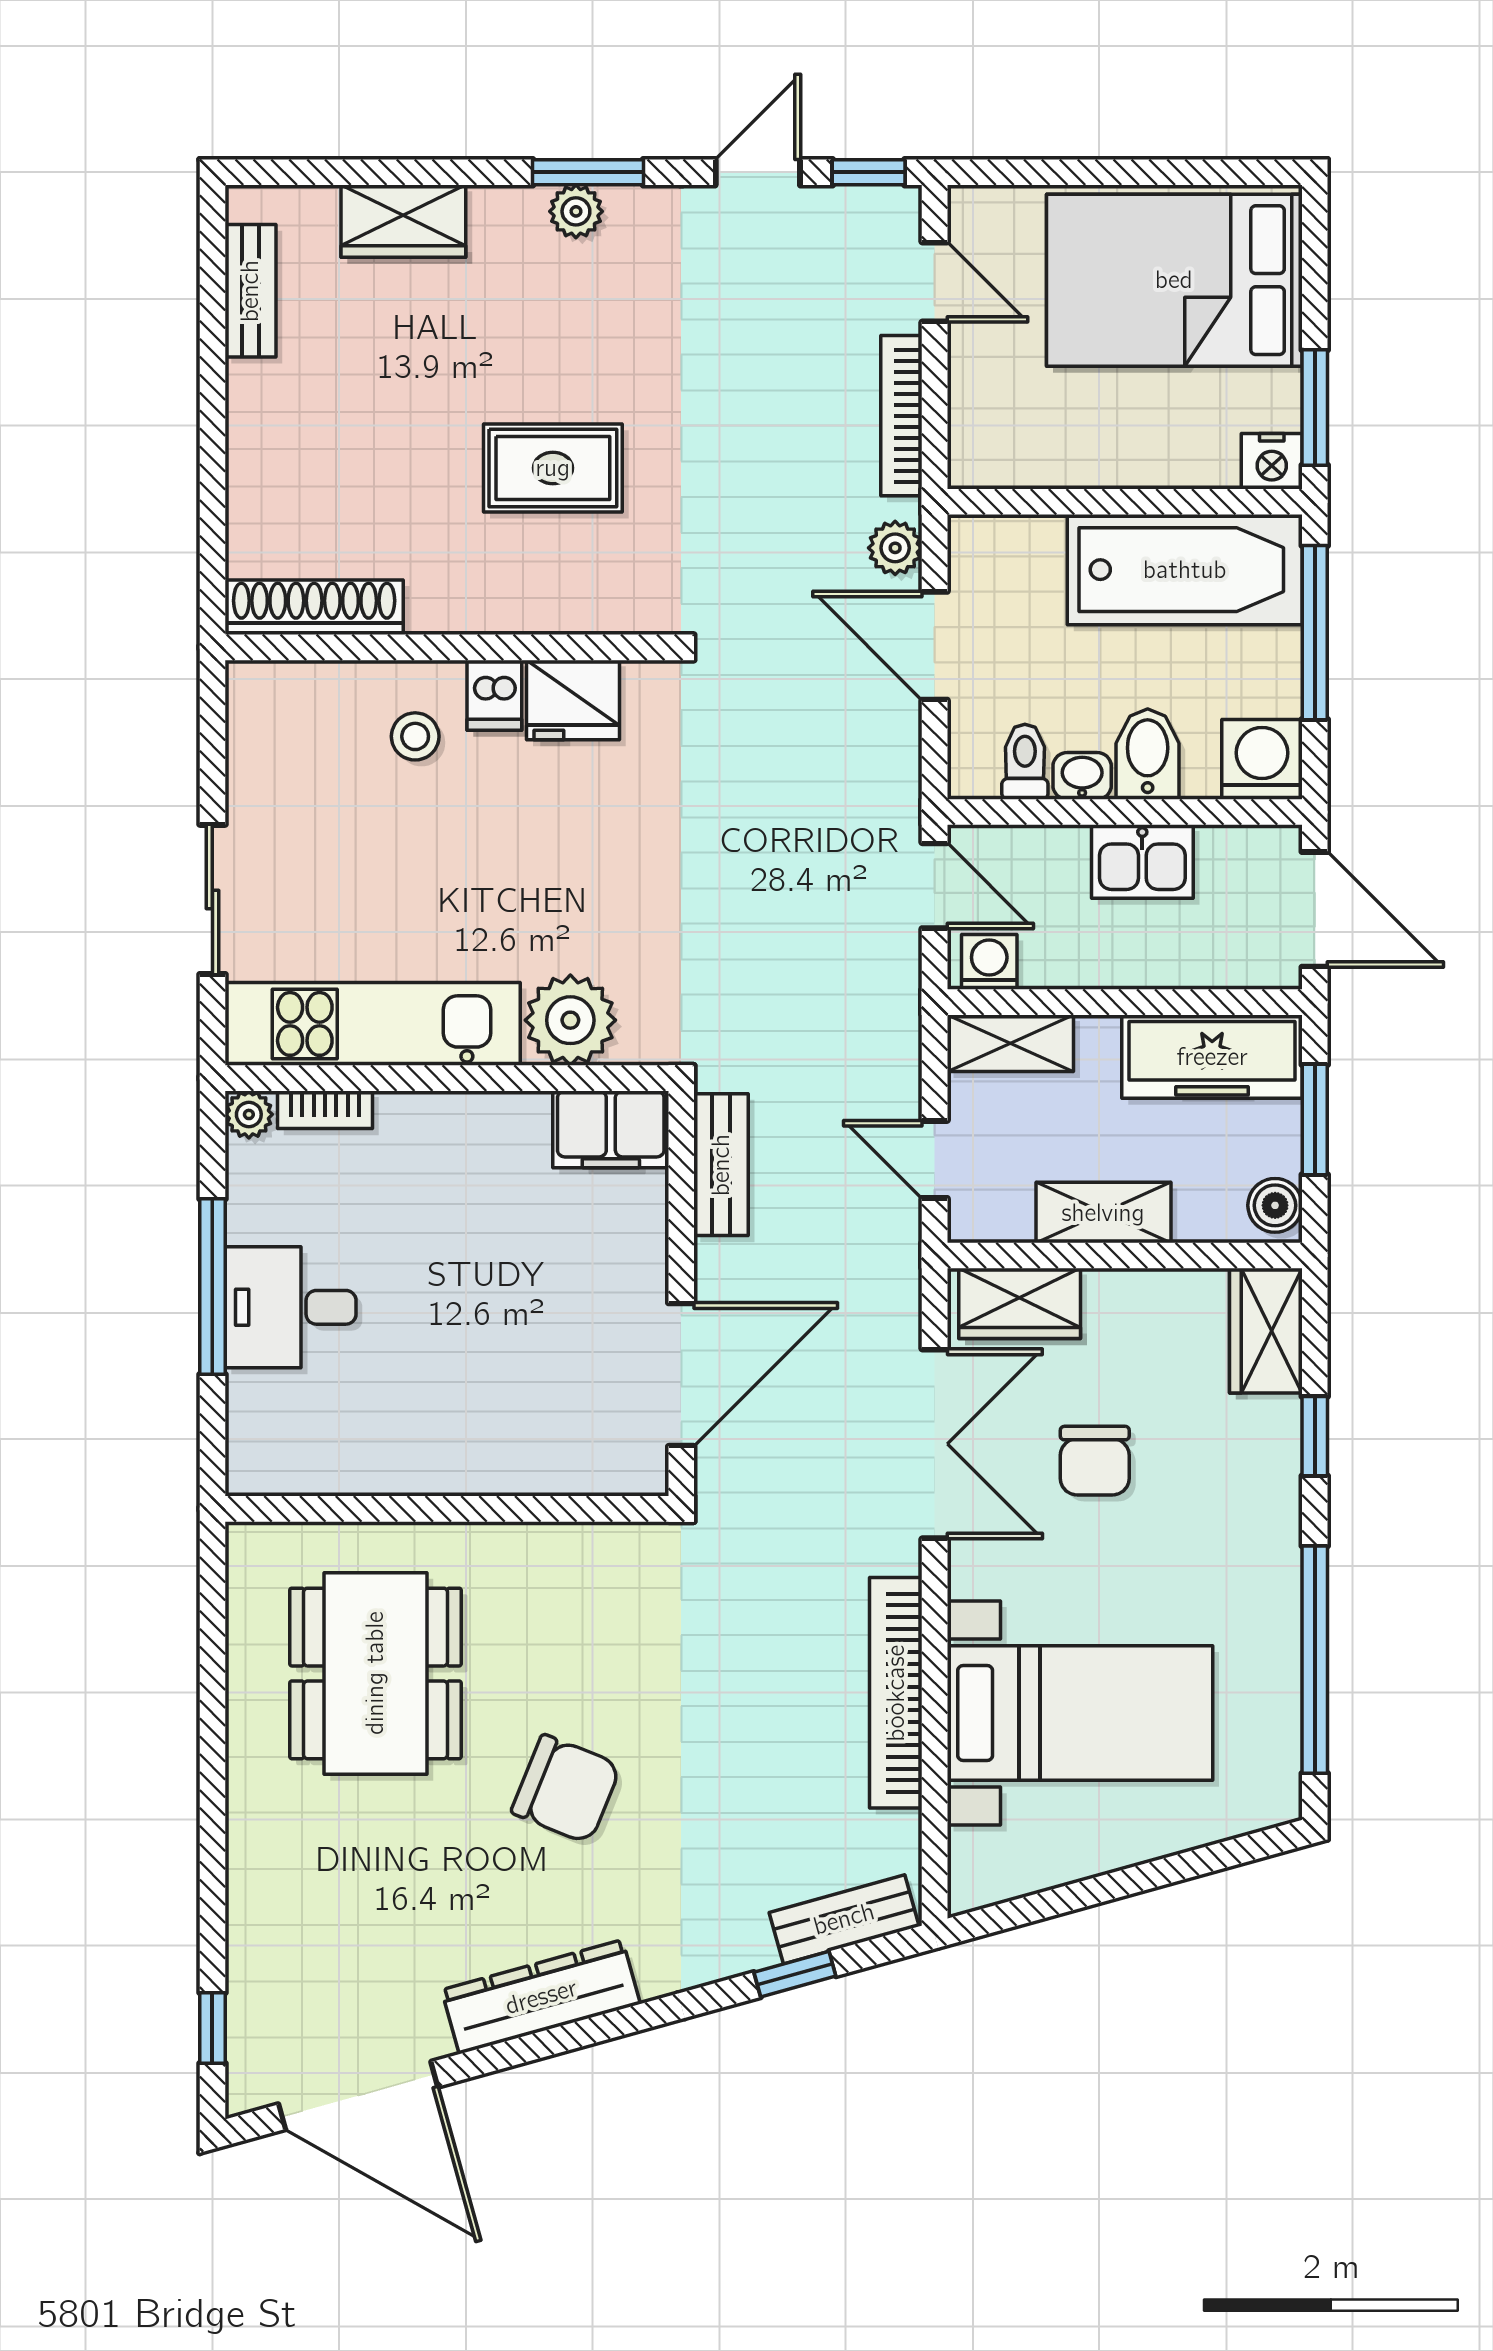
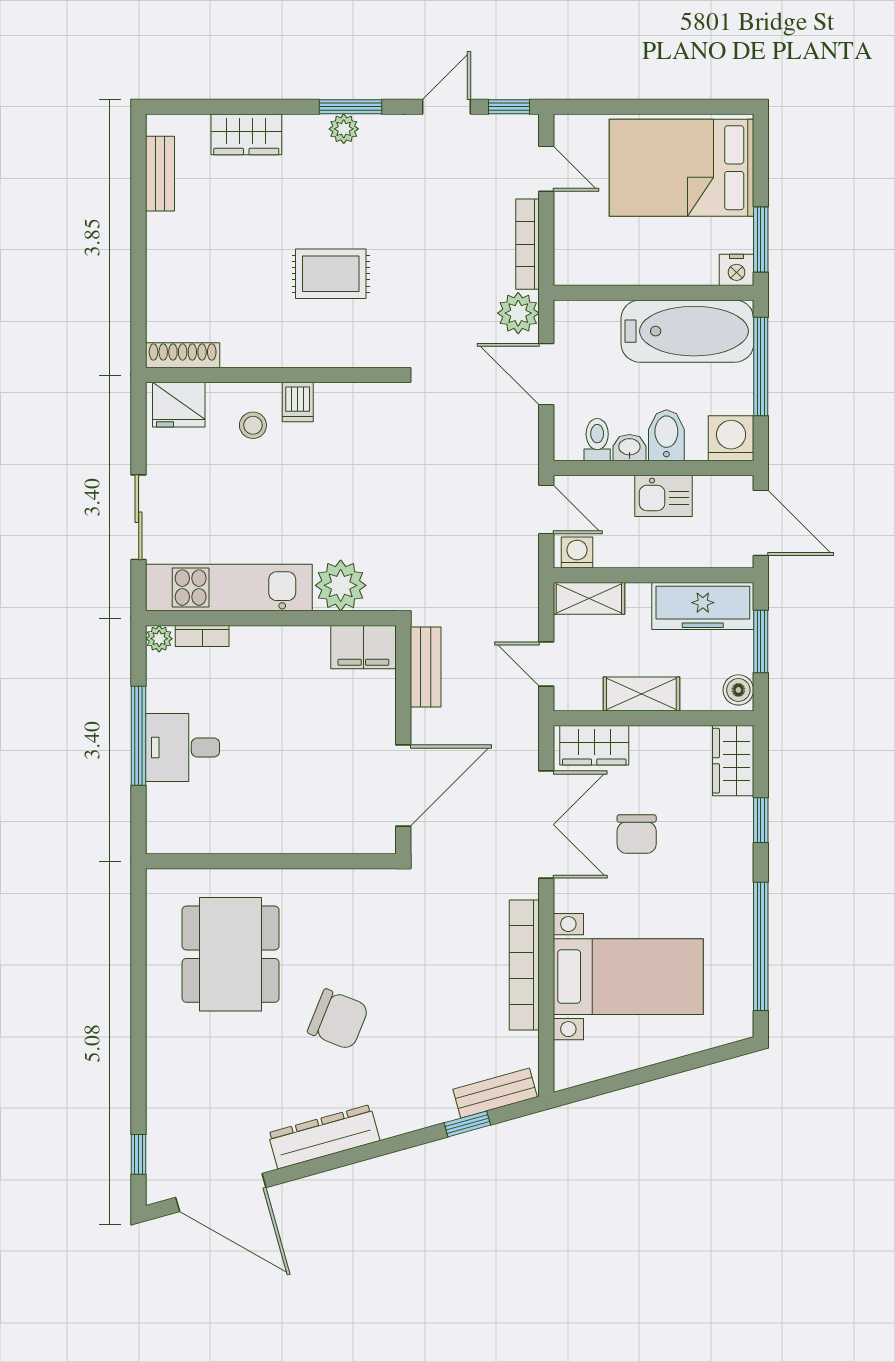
plant: (895, 548) -> (518, 313), width x1.38, depth x1.38
shoe rack: (314, 607) -> (183, 355), width x0.74, depth x0.81
fridge: (573, 700) -> (179, 405), moved

